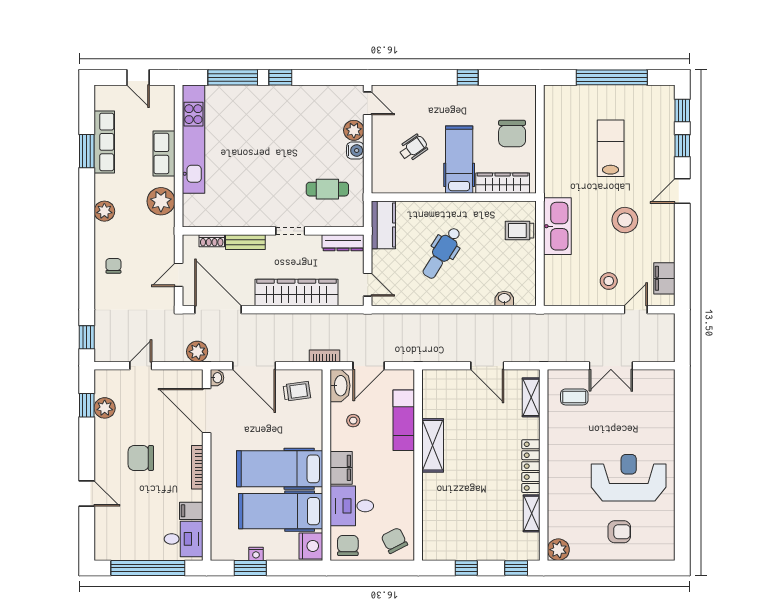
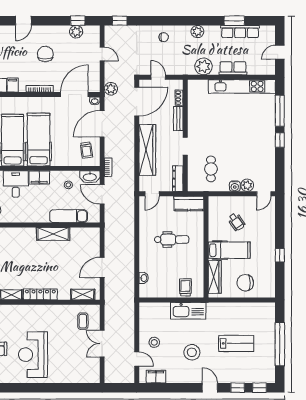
dental chair: (442, 253) -> (172, 239), turned 148
reception desk: (629, 478) -> (33, 355), turned 180

